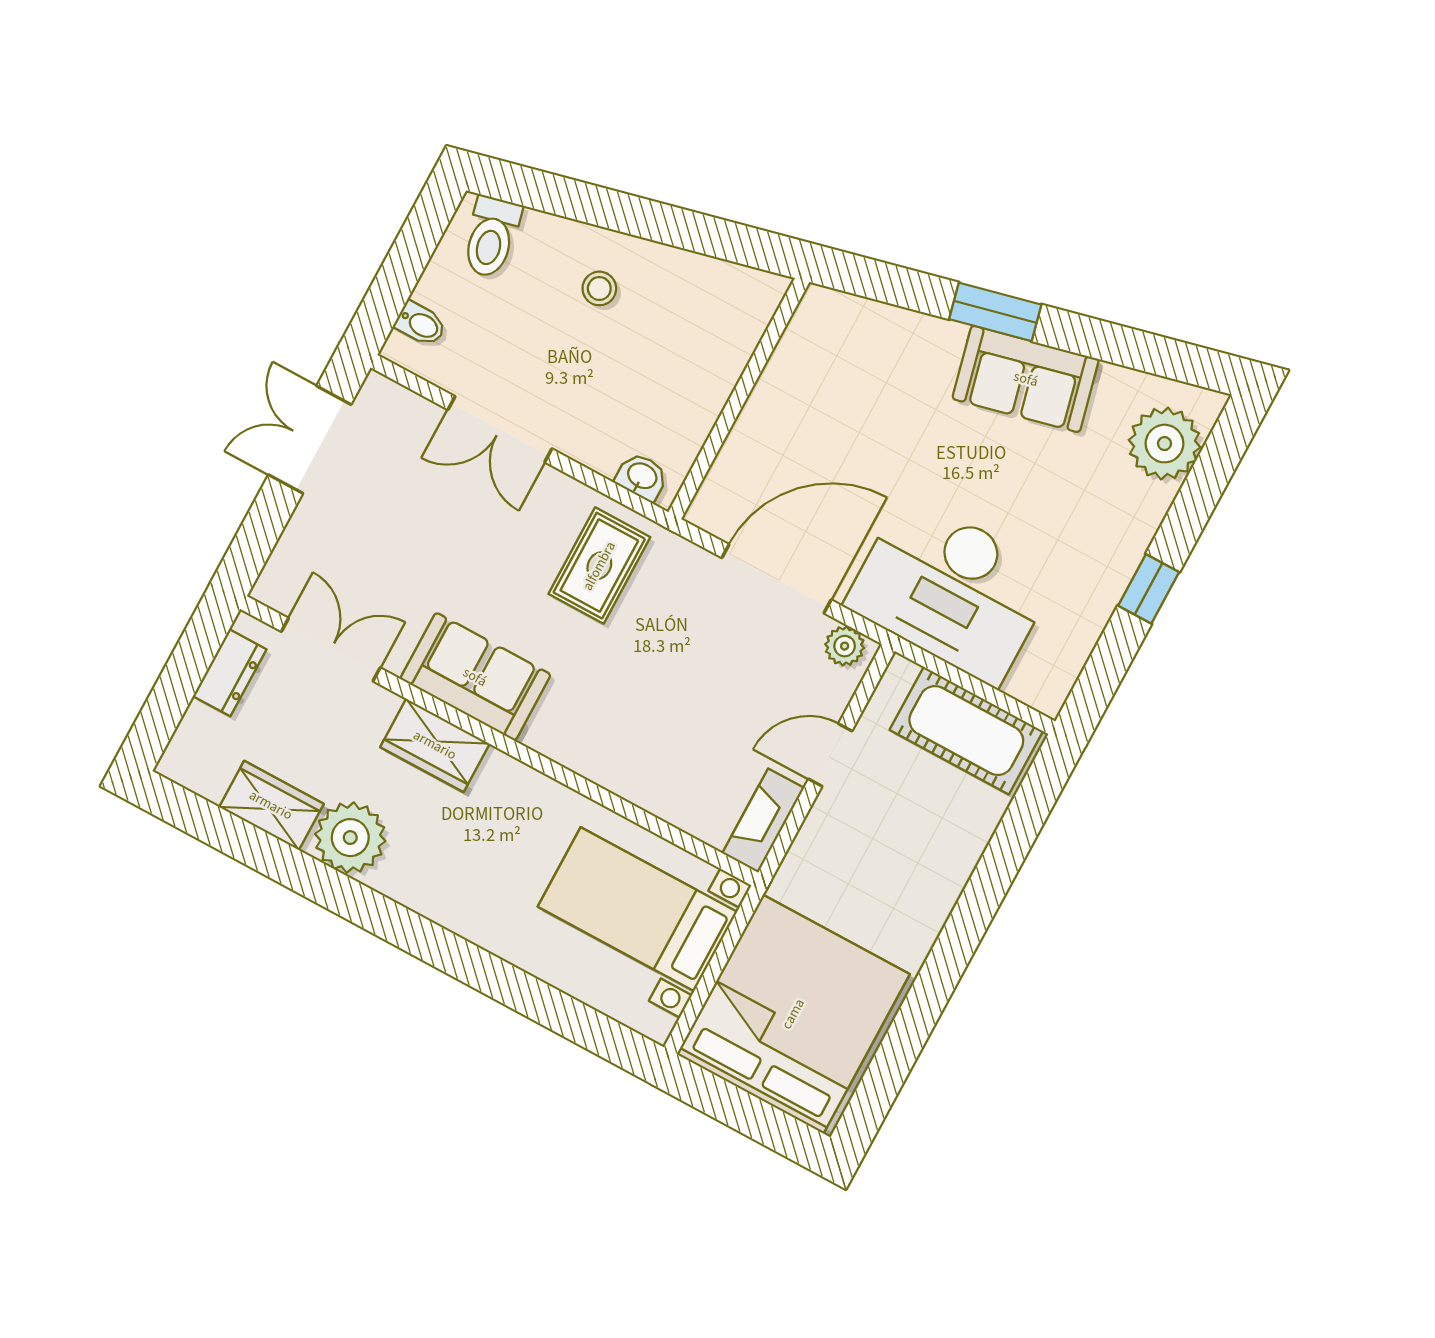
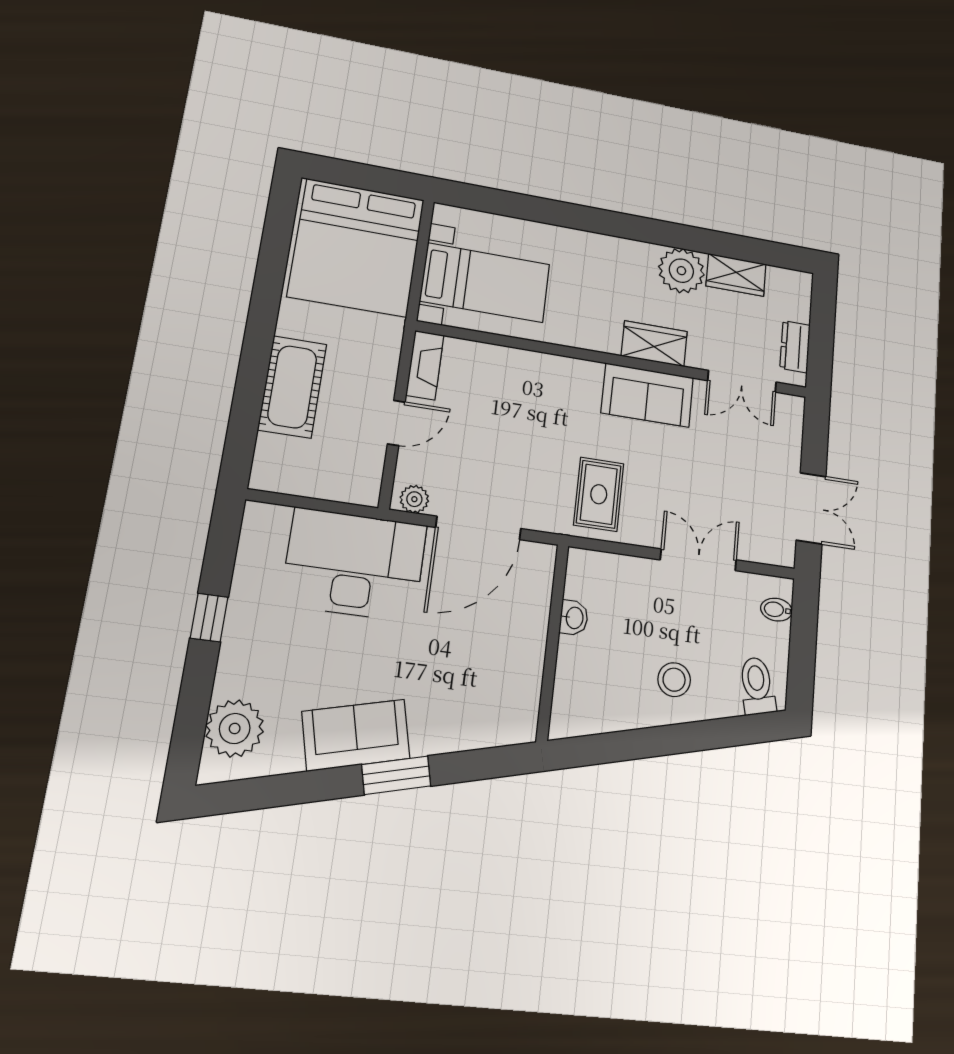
stool: (599, 288) -> (674, 680), width x1.37, depth x1.37
washbasin: (642, 477) -> (574, 618), moved, turned -90
cot: (966, 731) -> (292, 387), moved, turned 90

